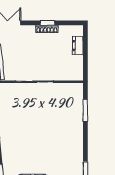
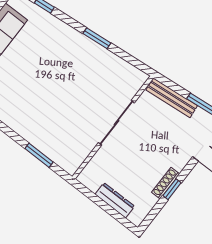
dresser: (78, 46) -> (115, 200), width x1.44

